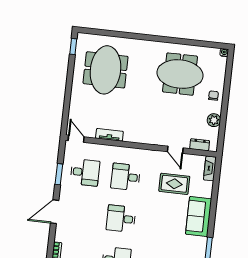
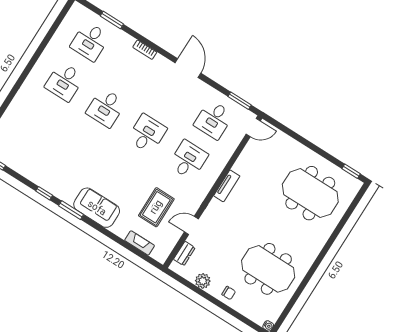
meeting table: (180, 74) -> (268, 269), turned 90
tv unit: (109, 135) -> (227, 186), moved
fireplace: (210, 168) -> (140, 243), moved
window: (59, 174) -> (240, 101), moved
sofa: (199, 216) -> (97, 208), moved

